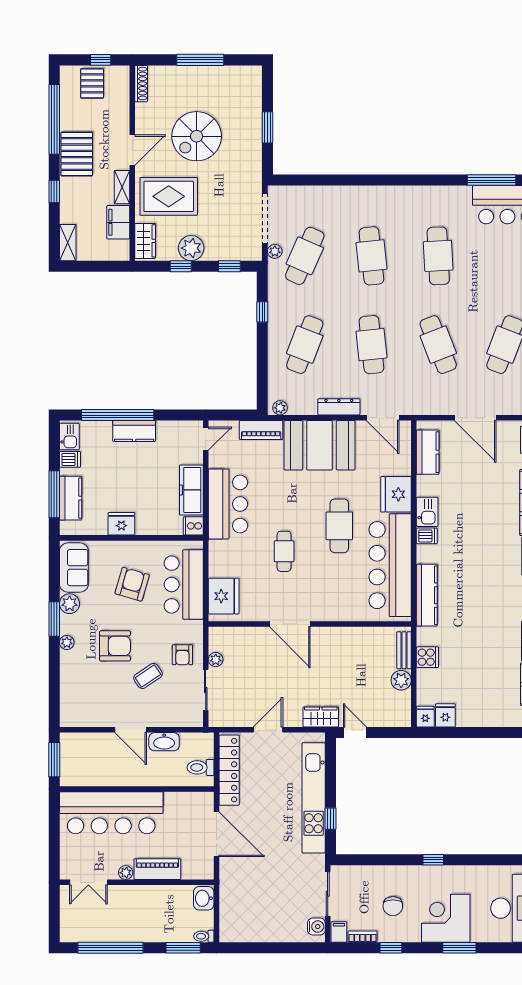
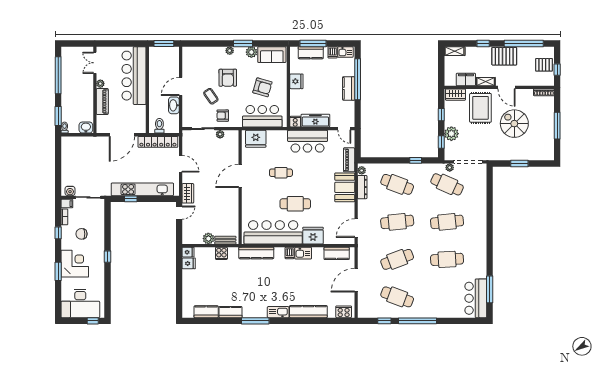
plant: (191, 248) -> (451, 134), moved
dresser: (339, 407) -> (362, 187), moved
booth: (320, 445) -> (345, 187), width x0.73, depth x0.70

